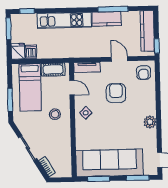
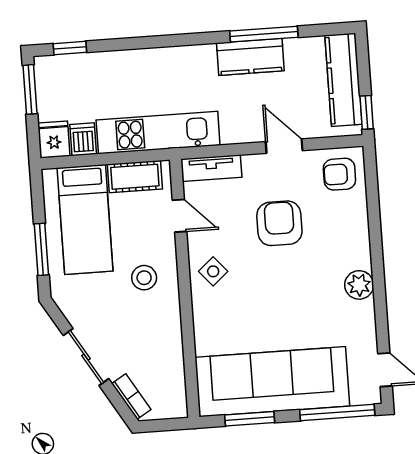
kitchen unit: (64, 20) -> (158, 133), moved, turned 180
armchair: (144, 73) -> (339, 174), turned 90
window: (138, 178) -> (337, 412), width x1.44

